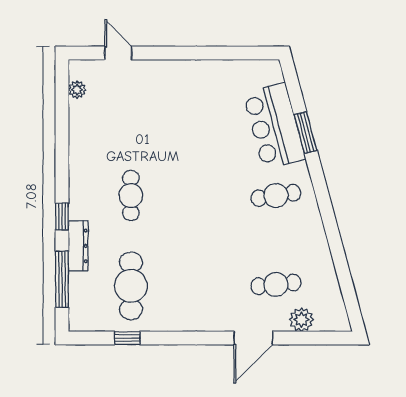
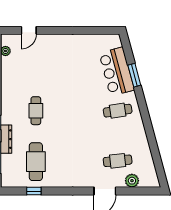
door: (118, 53) -> (29, 30), swing flipped

